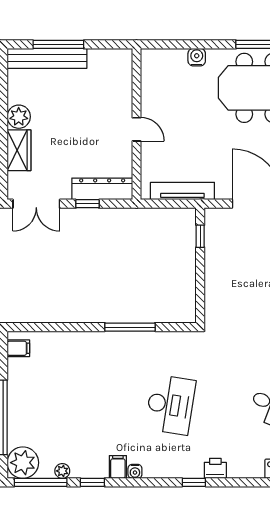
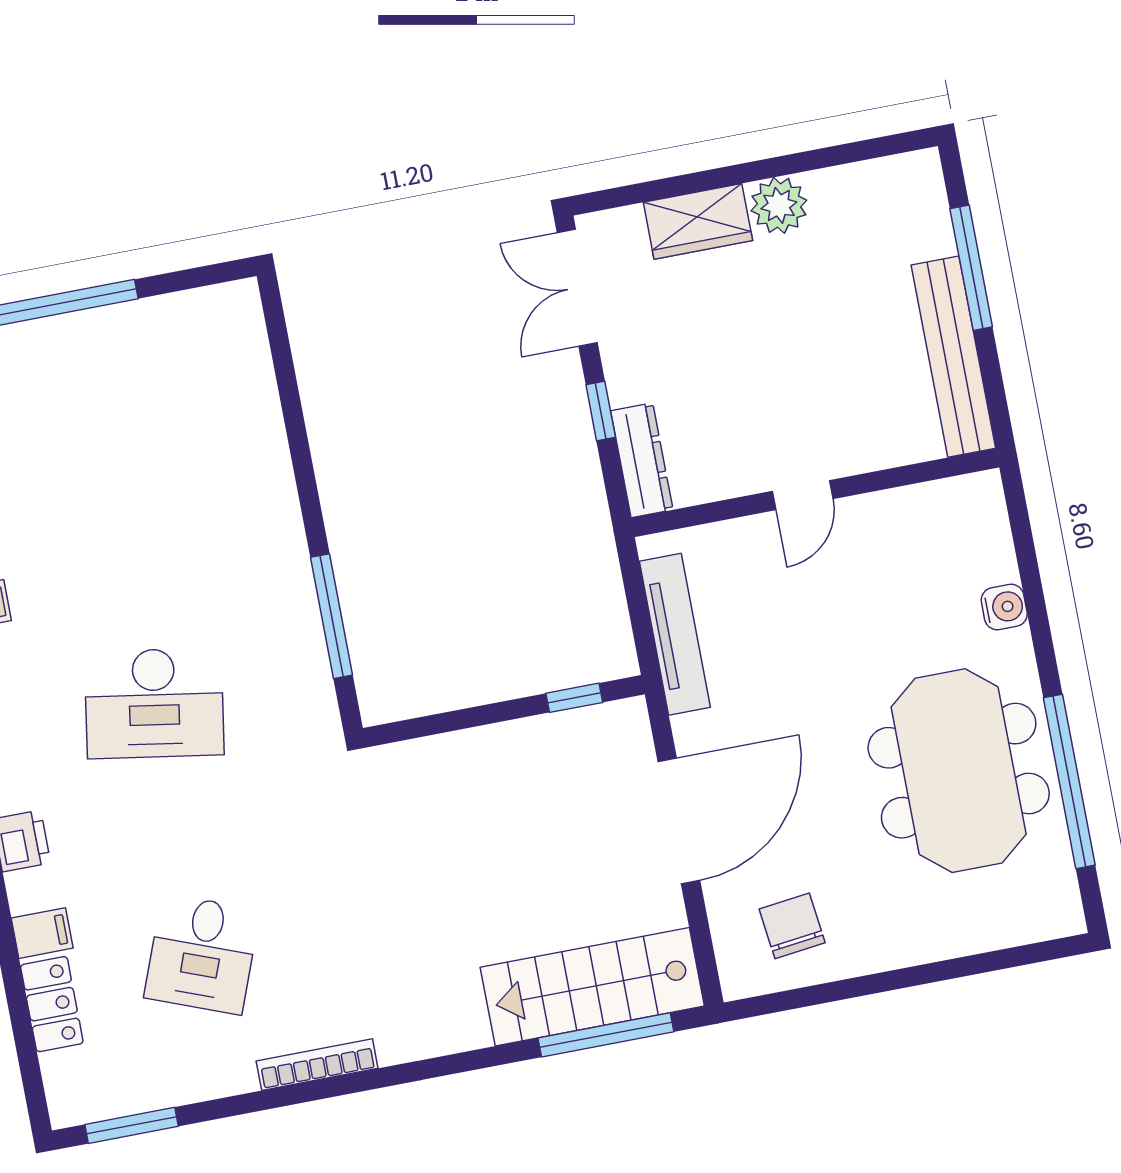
bench: (47, 58) -> (953, 357), moved
dresser: (102, 189) -> (642, 460), width x0.73, depth x0.80
window: (130, 327) -> (332, 616), moved
filing cabinet: (18, 348) -> (42, 933), moved, turned -90

